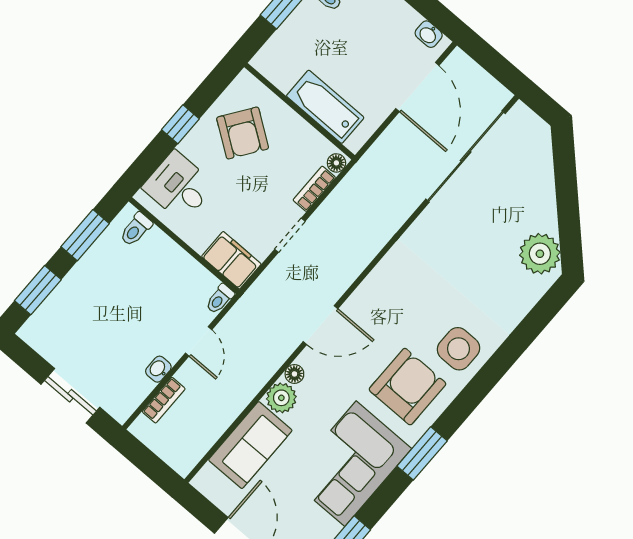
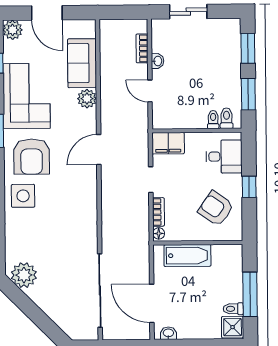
toilet: (220, 299) -> (213, 120), moved
floor lamp: (294, 374) -> (91, 115), removed

